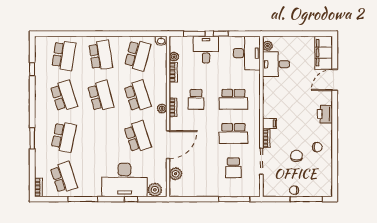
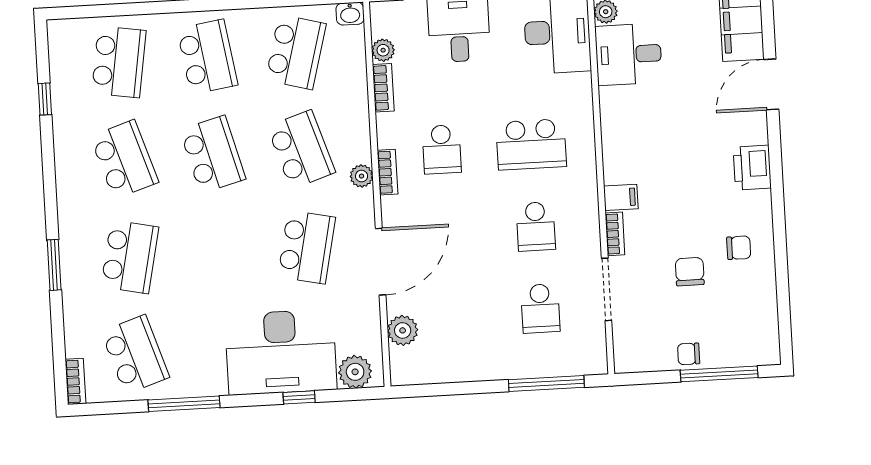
school desk: (233, 134) -> (536, 226), width x0.54
school desk: (138, 137) -> (307, 247), turned 30

